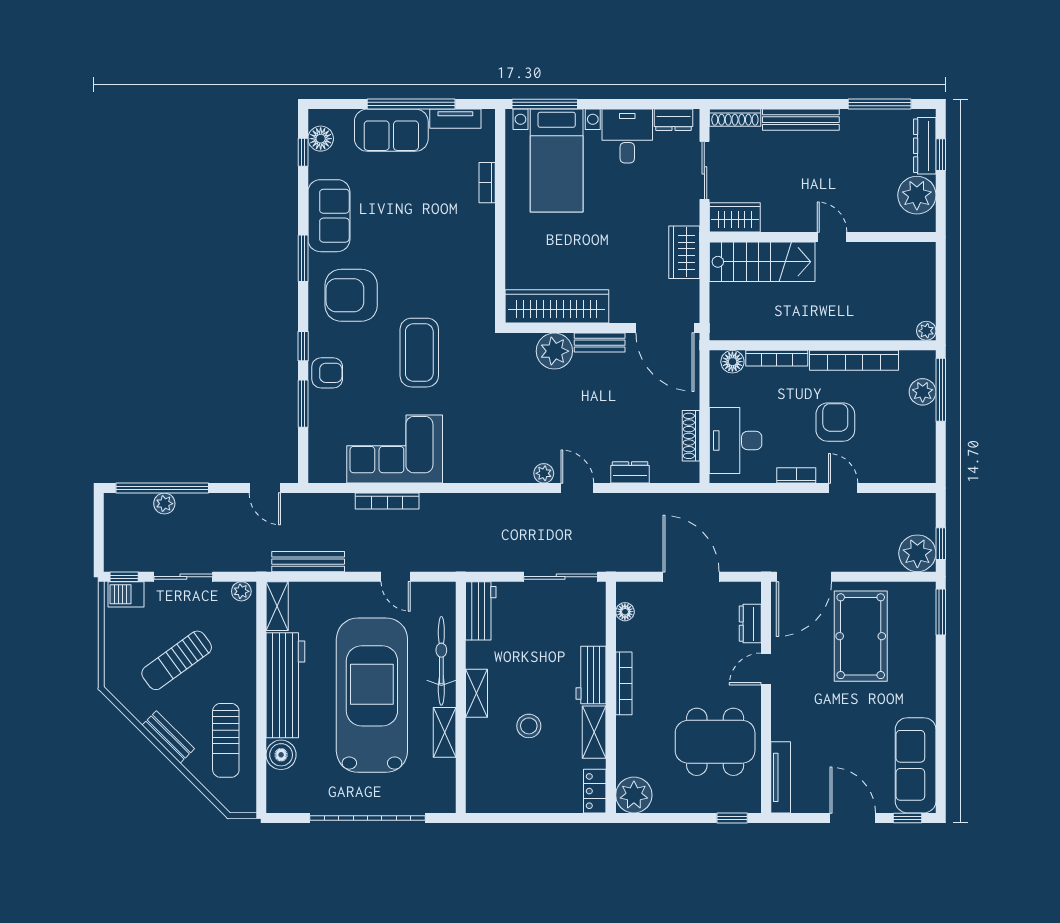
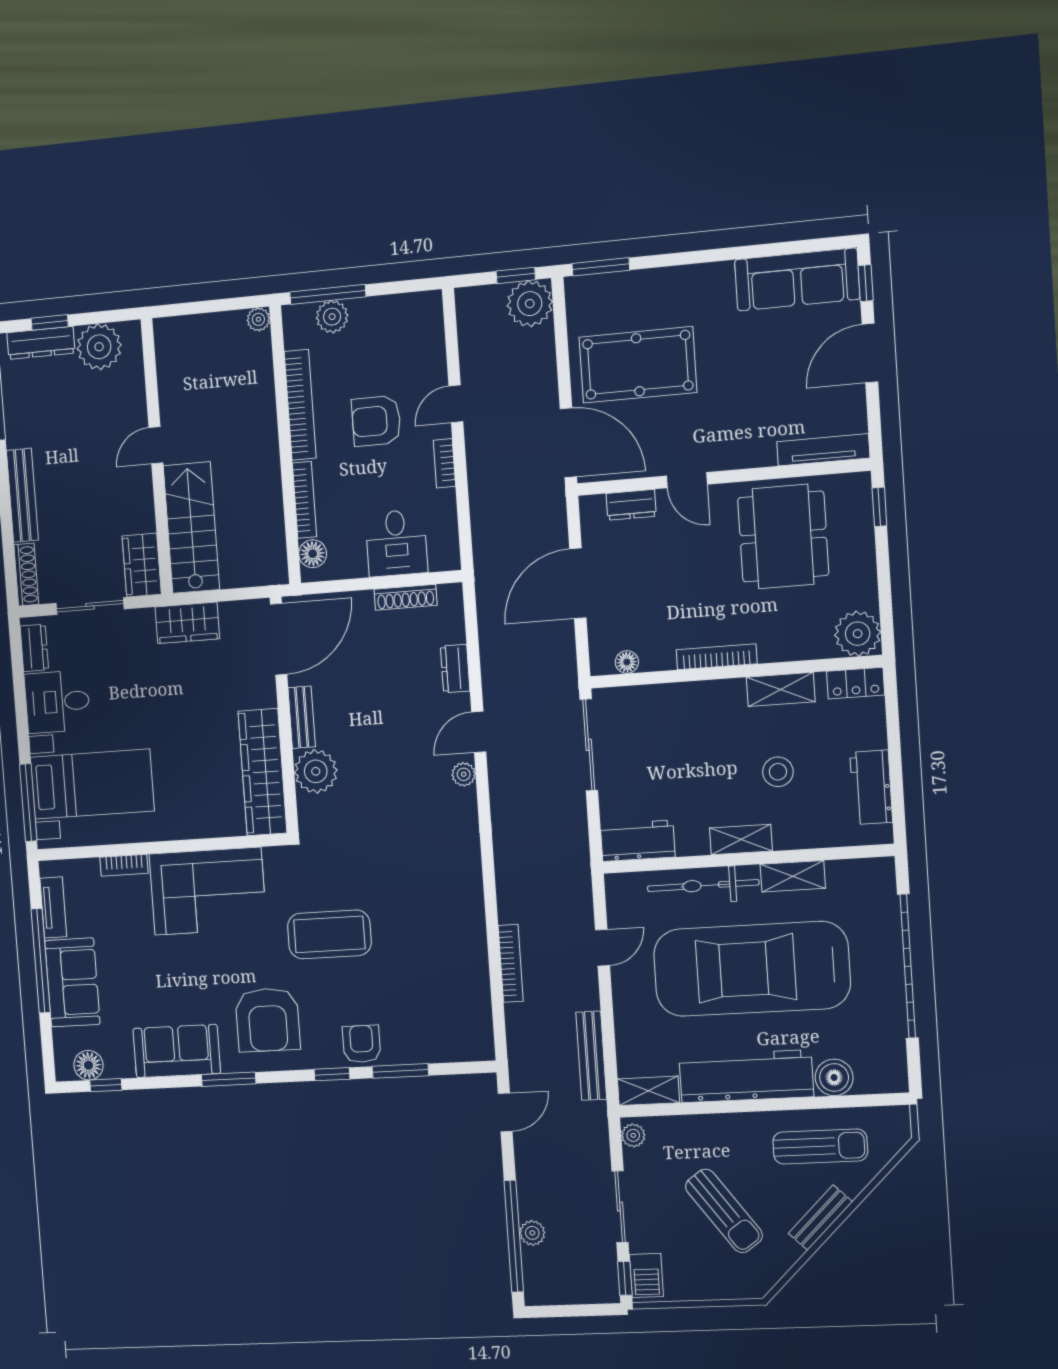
desk: (735, 441) -> (396, 543), width x0.73
corner sofa: (395, 449) -> (208, 891), moved, turned -90
workbench: (591, 675) -> (871, 787), moved, turned 90

